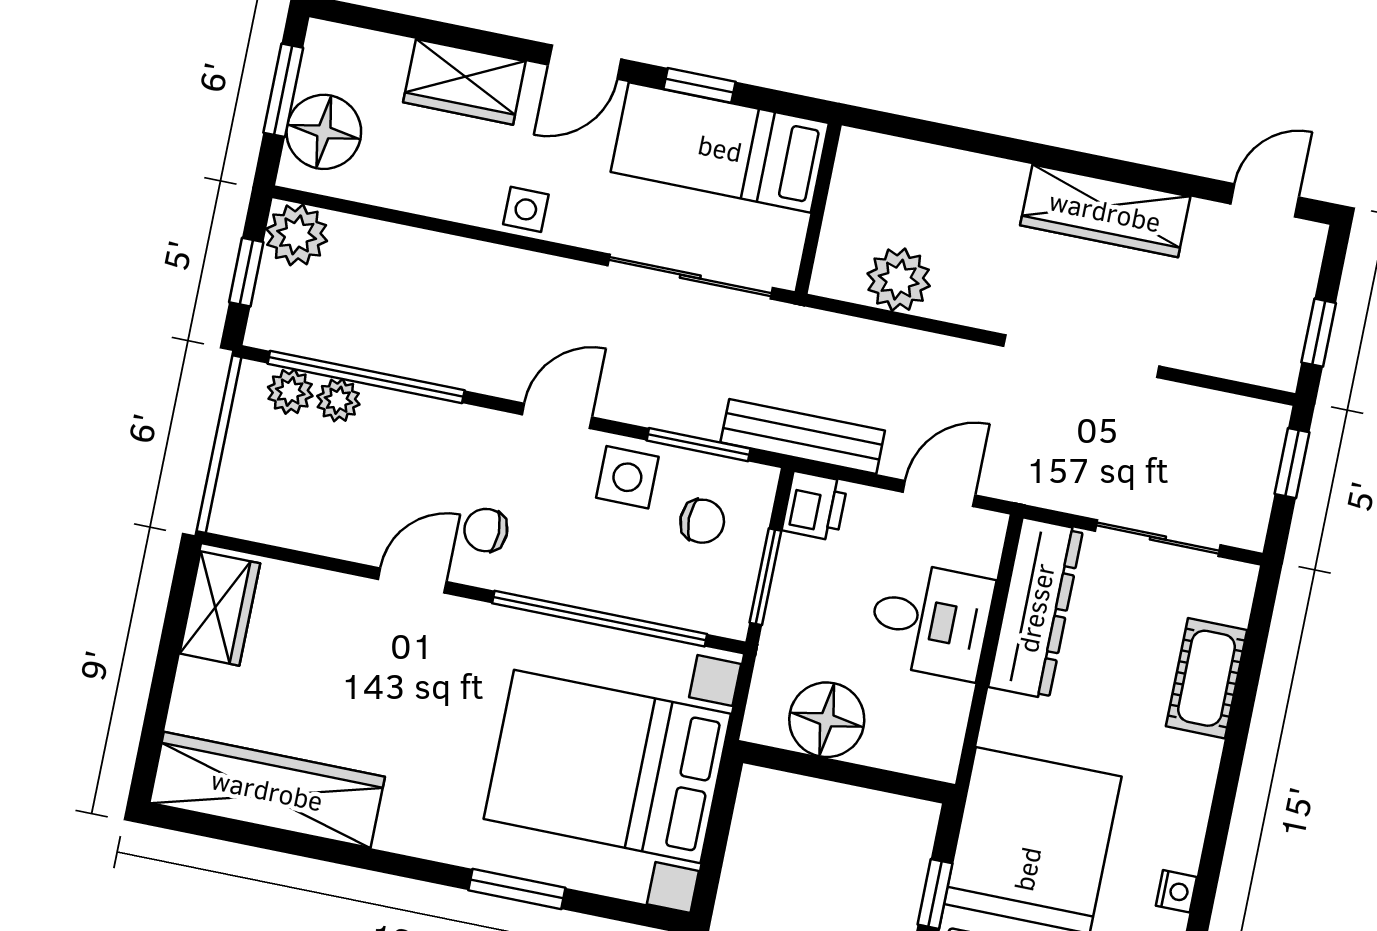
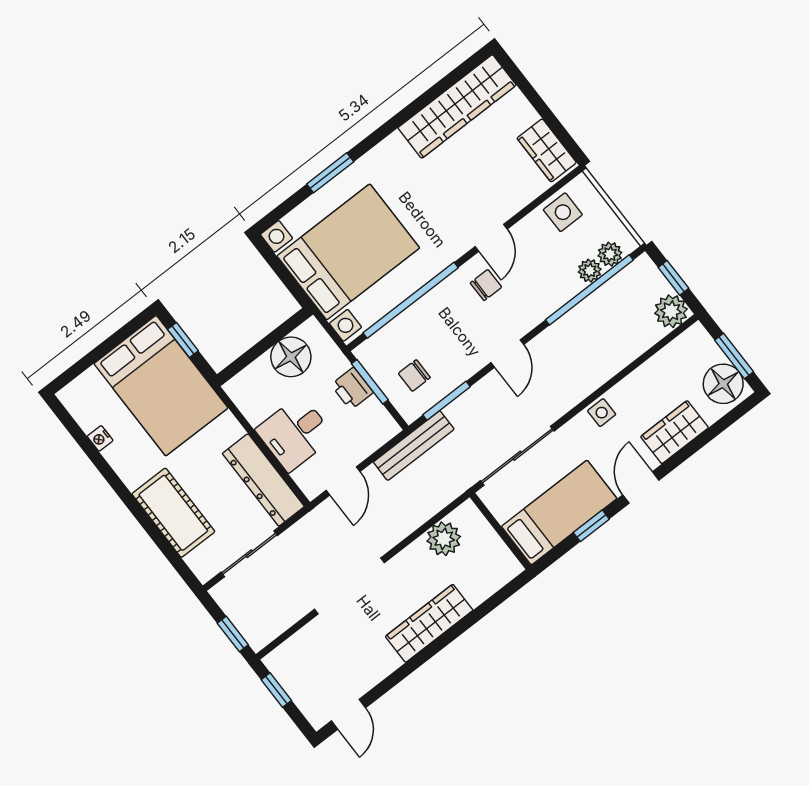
floor lamp: (324, 132) -> (723, 384), moved
wardrobe: (1105, 211) -> (429, 623), moved
side table: (627, 477) -> (563, 212), moved
printer: (815, 506) -> (352, 389), moved
cot: (1206, 678) -> (173, 513), width x1.37, depth x1.34

